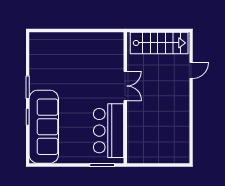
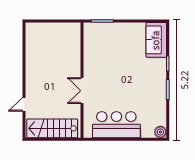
plant: (36, 39) -> (160, 132), added
sofa: (44, 127) -> (156, 40), width x0.54, depth x0.79
bar counter: (109, 131) -> (116, 125), moved, turned -90

